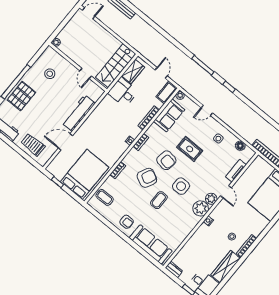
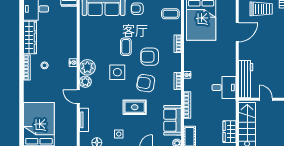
desk: (123, 92) -> (224, 88), moved
workbench: (78, 113) -> (246, 79), moved
armchair: (147, 178) -> (150, 57), turned 64

